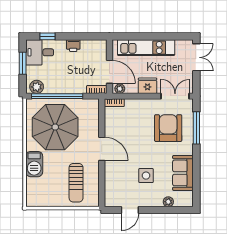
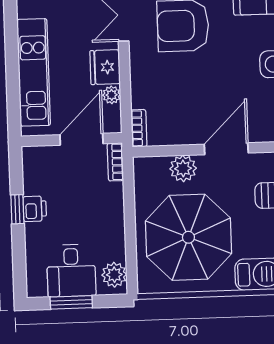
window: (48, 36) -> (17, 209), moved
desk: (40, 52) -> (71, 270), moved
plant: (120, 89) -> (112, 95), moved
window: (57, 96) -> (130, 236), removed
plant: (92, 125) -> (183, 168), added

